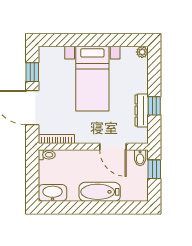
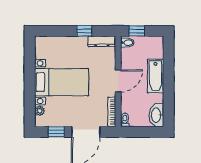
plant: (142, 52) -> (40, 111), moved
dresser: (142, 110) -> (102, 41), moved
door: (113, 147) -> (118, 81), moved

